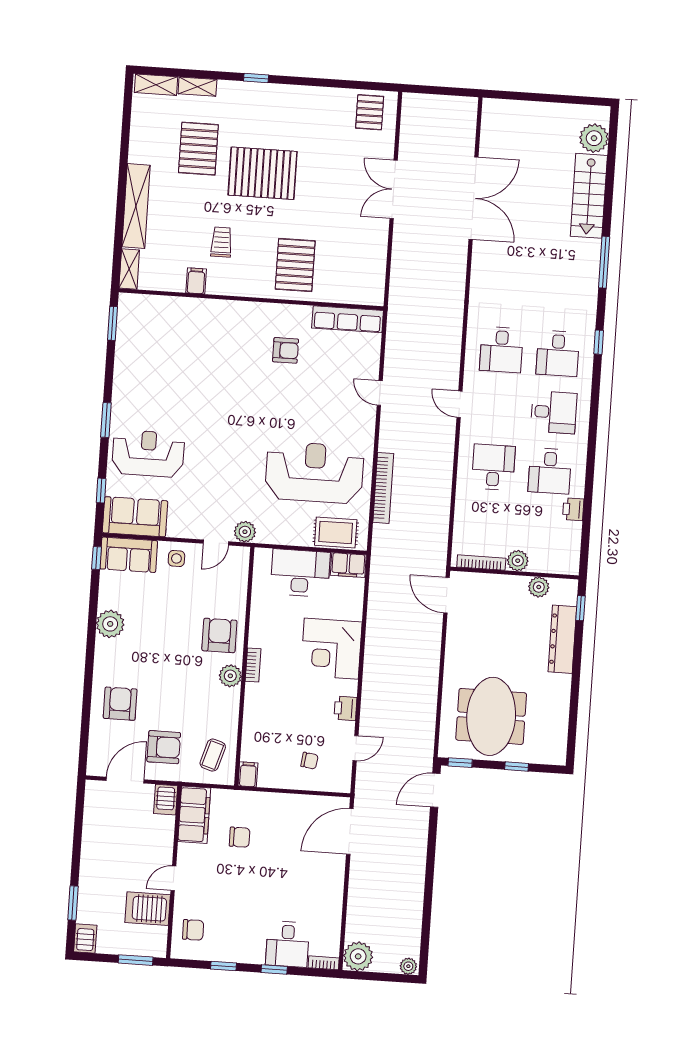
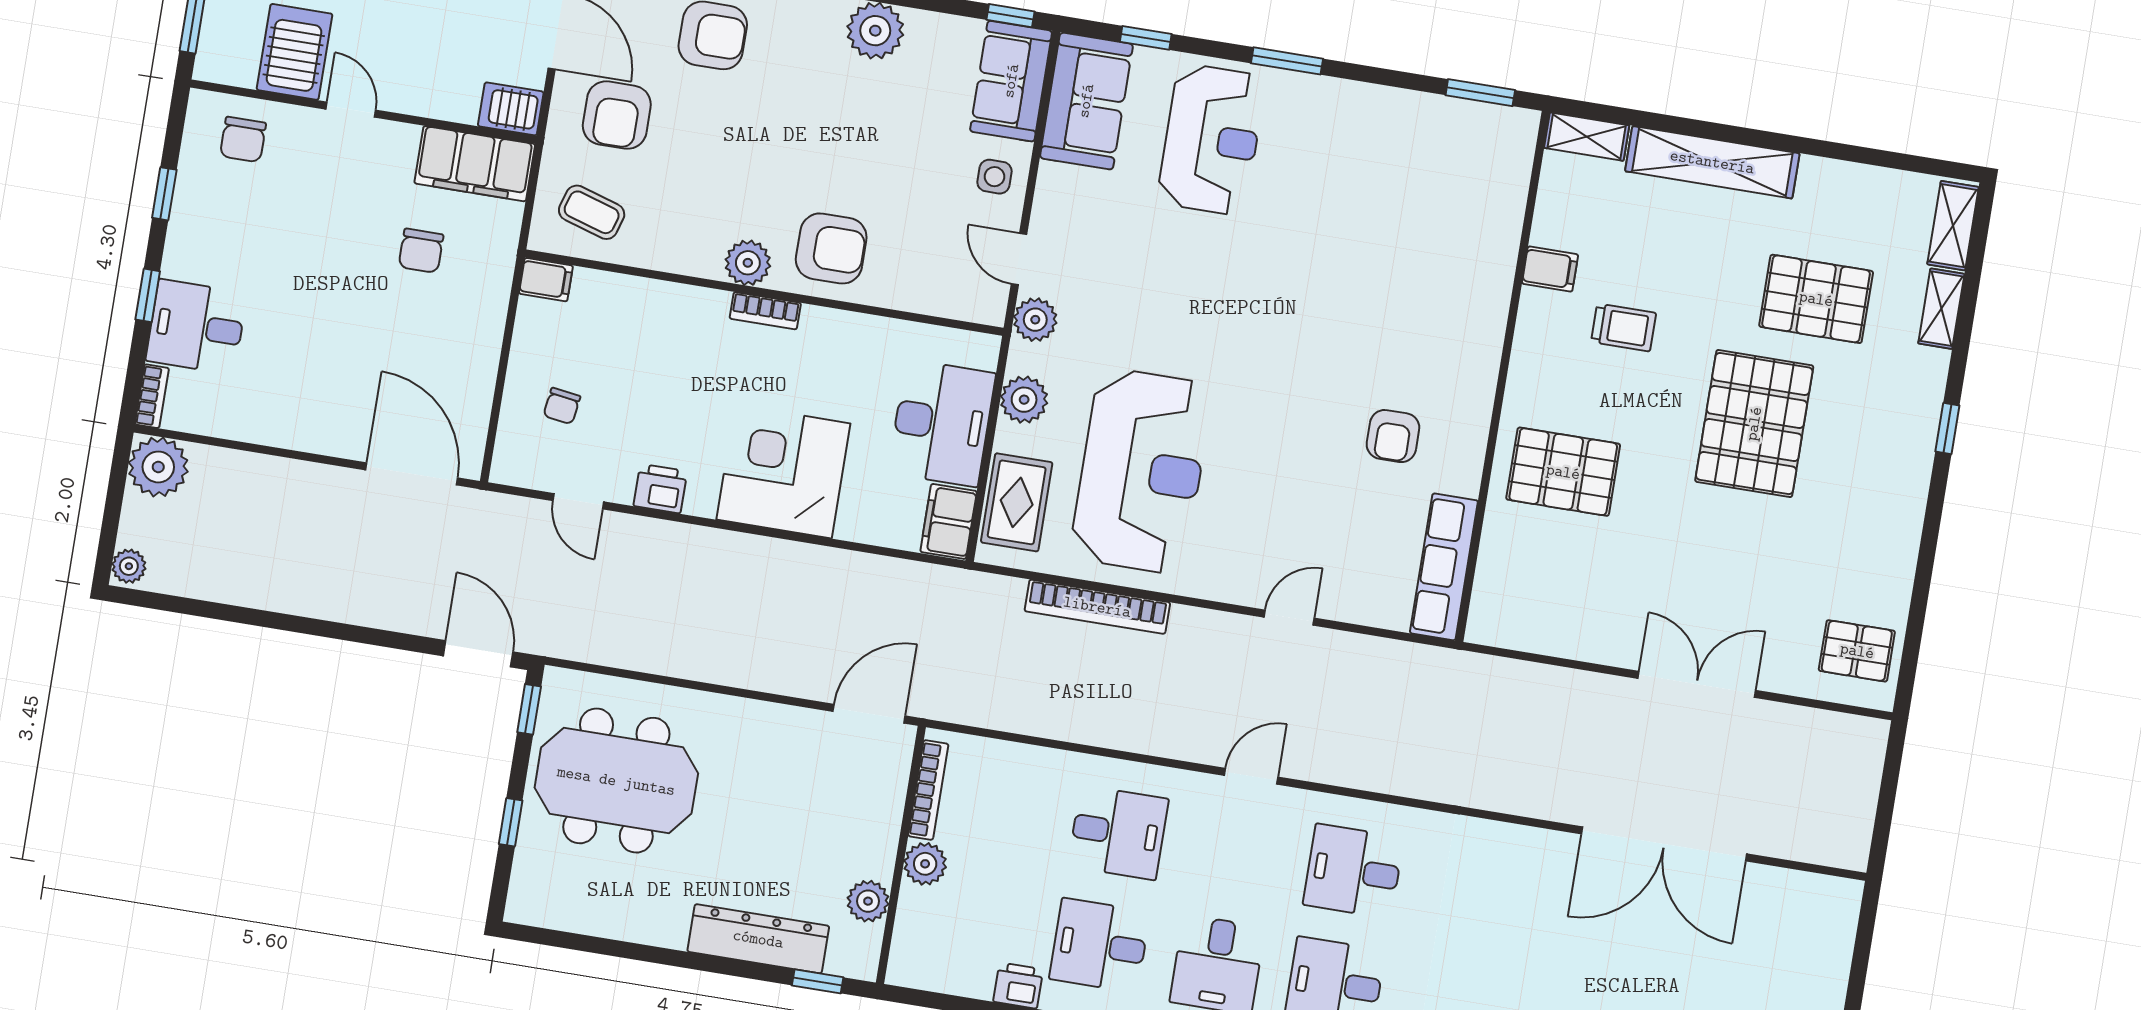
plant: (285, 534) -> (1024, 400), added

